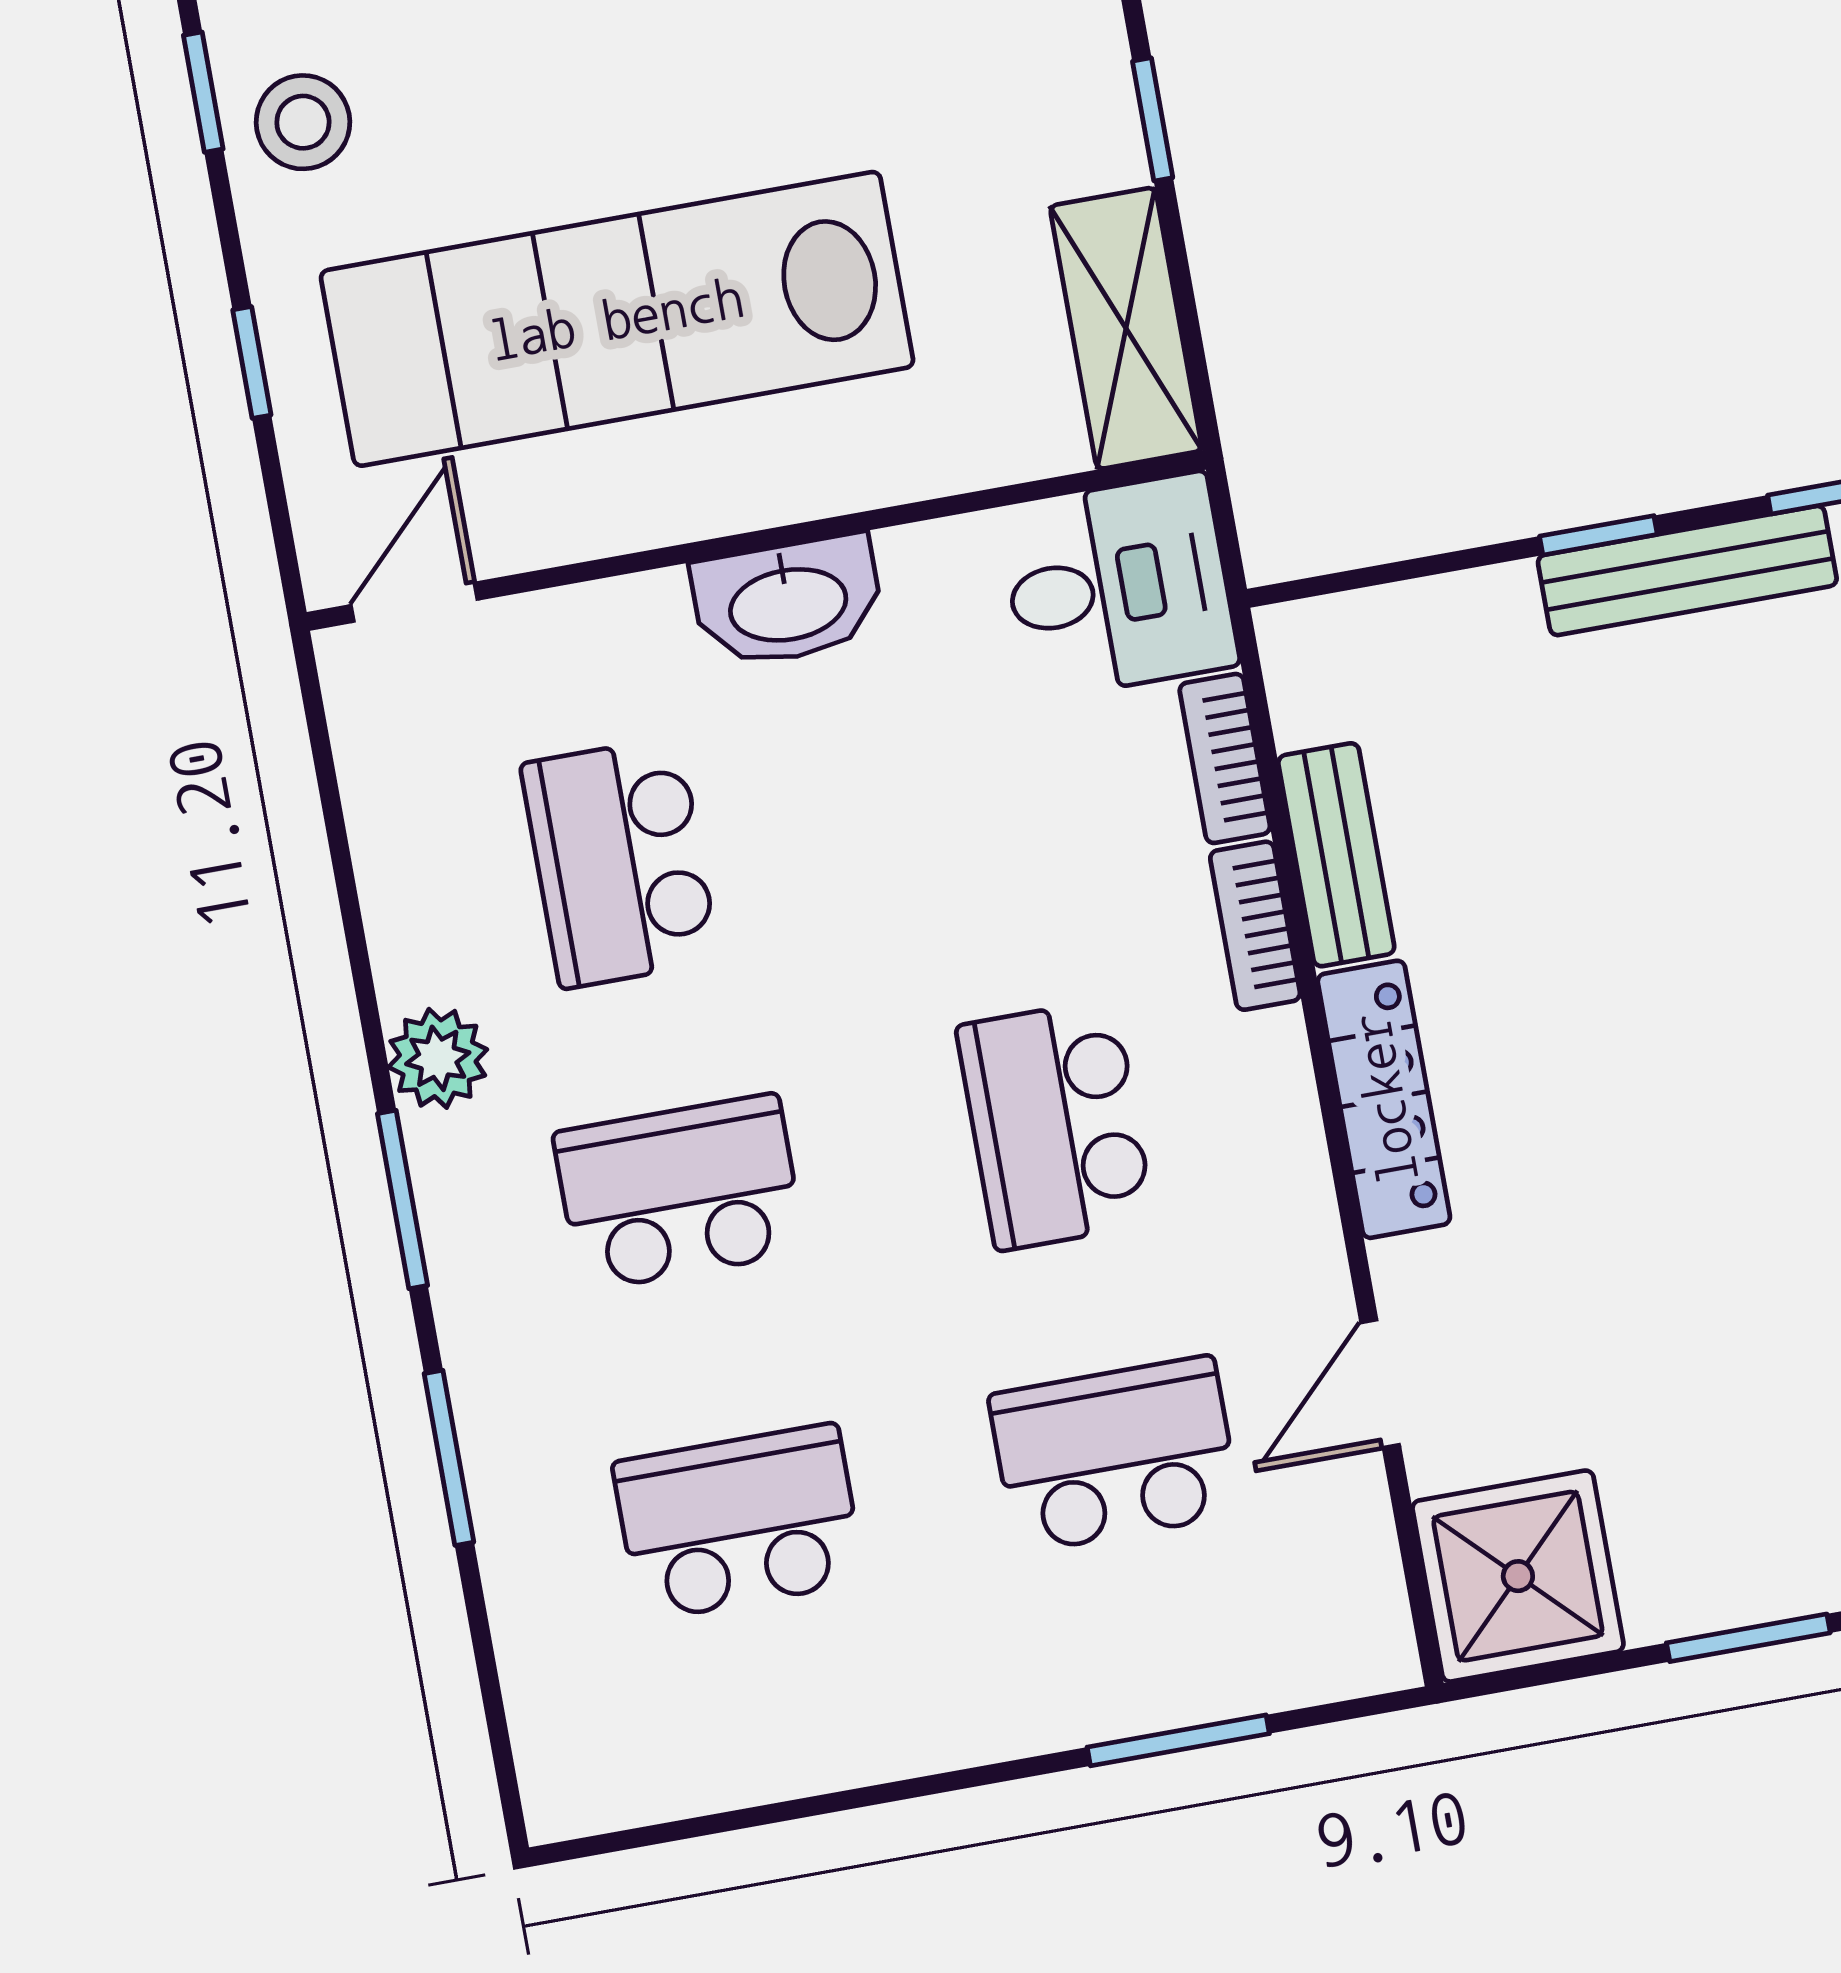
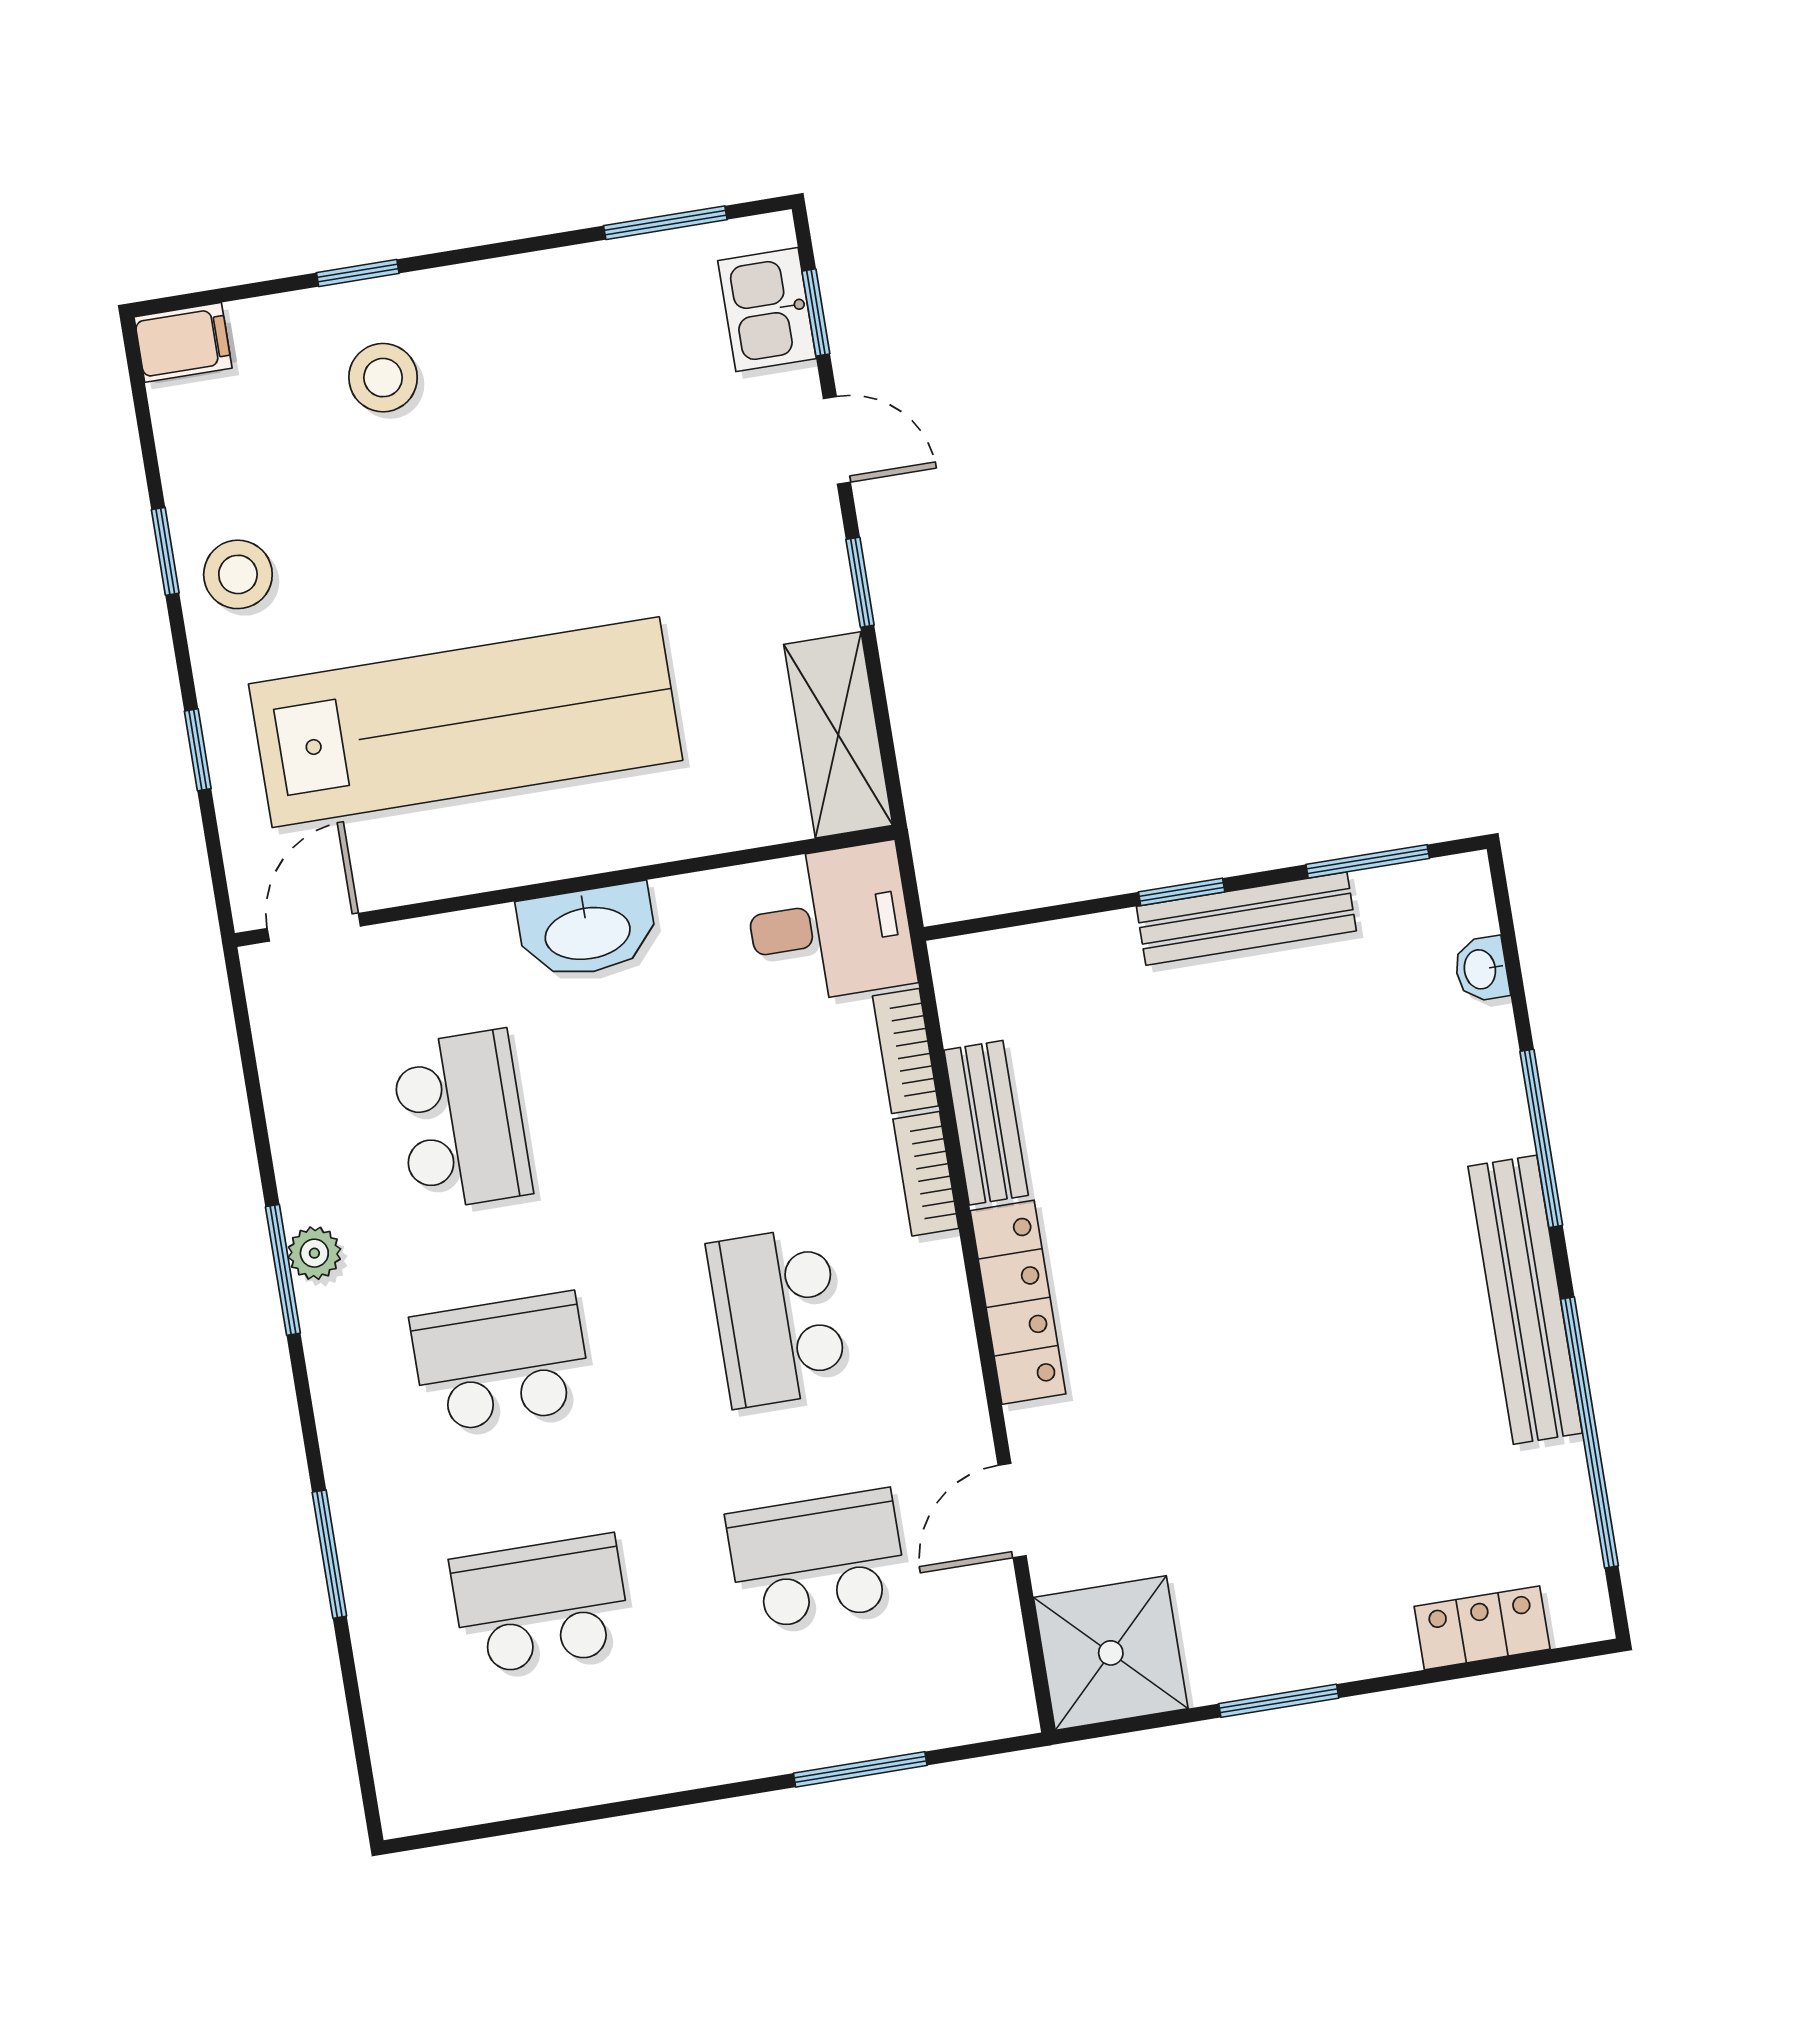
lab bench: (617, 319) -> (466, 722), turned 180
school desk: (620, 863) -> (462, 1120), turned 180
plant: (438, 1058) -> (314, 1253), width x0.73, depth x0.73
window: (402, 1200) -> (283, 1270), moved

